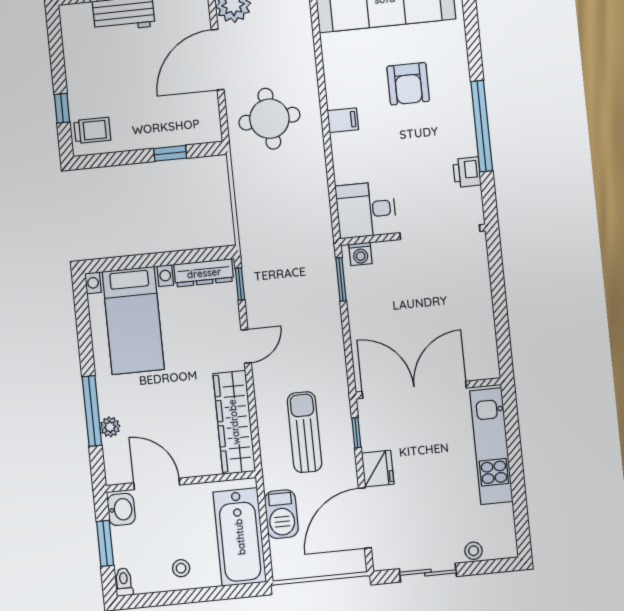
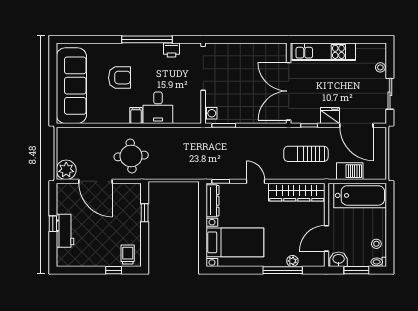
desk: (366, 210) -> (158, 108), moved
stool: (181, 568) -> (376, 244), moved

